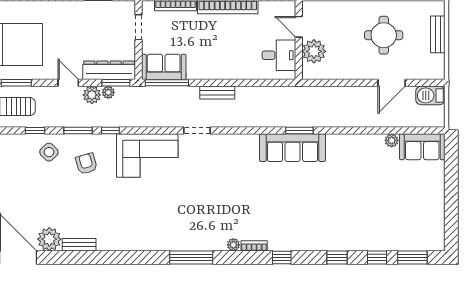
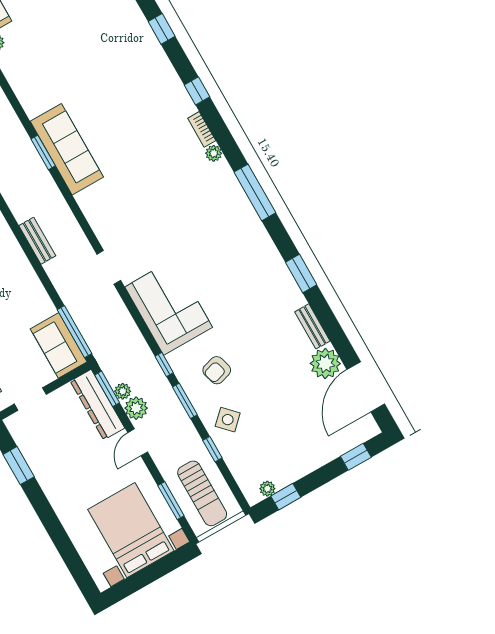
bench: (217, 93) -> (37, 241), moved
window: (119, 257) -> (301, 274), added

